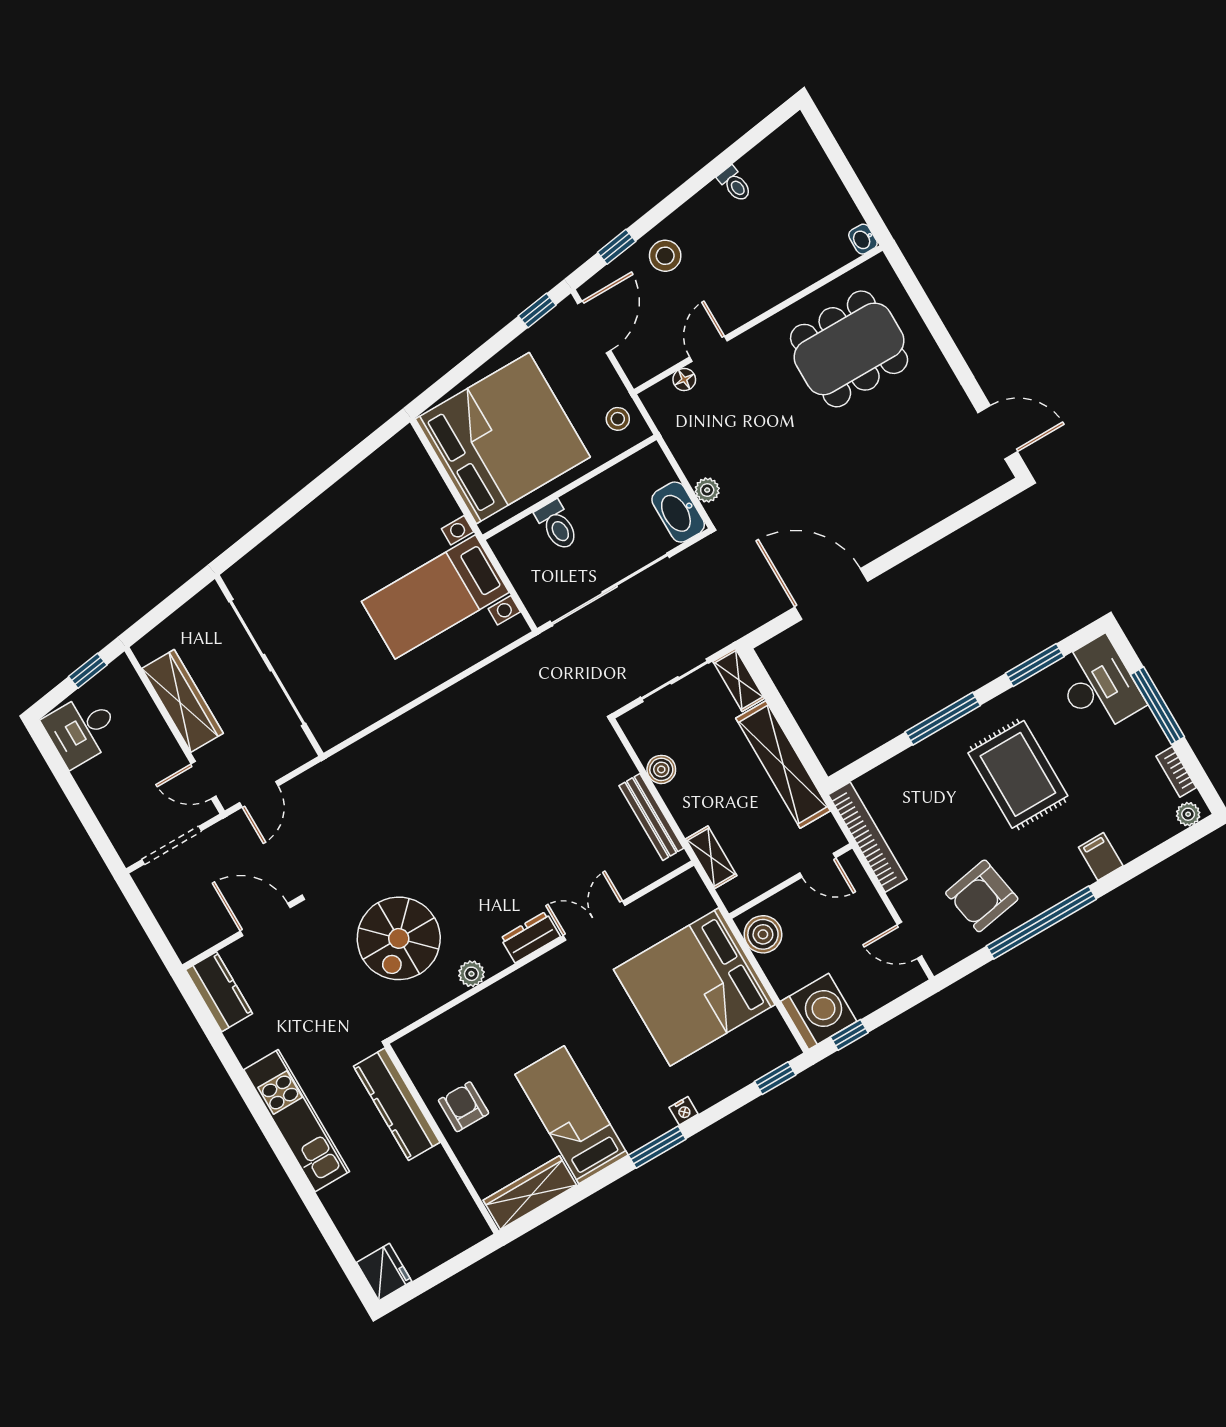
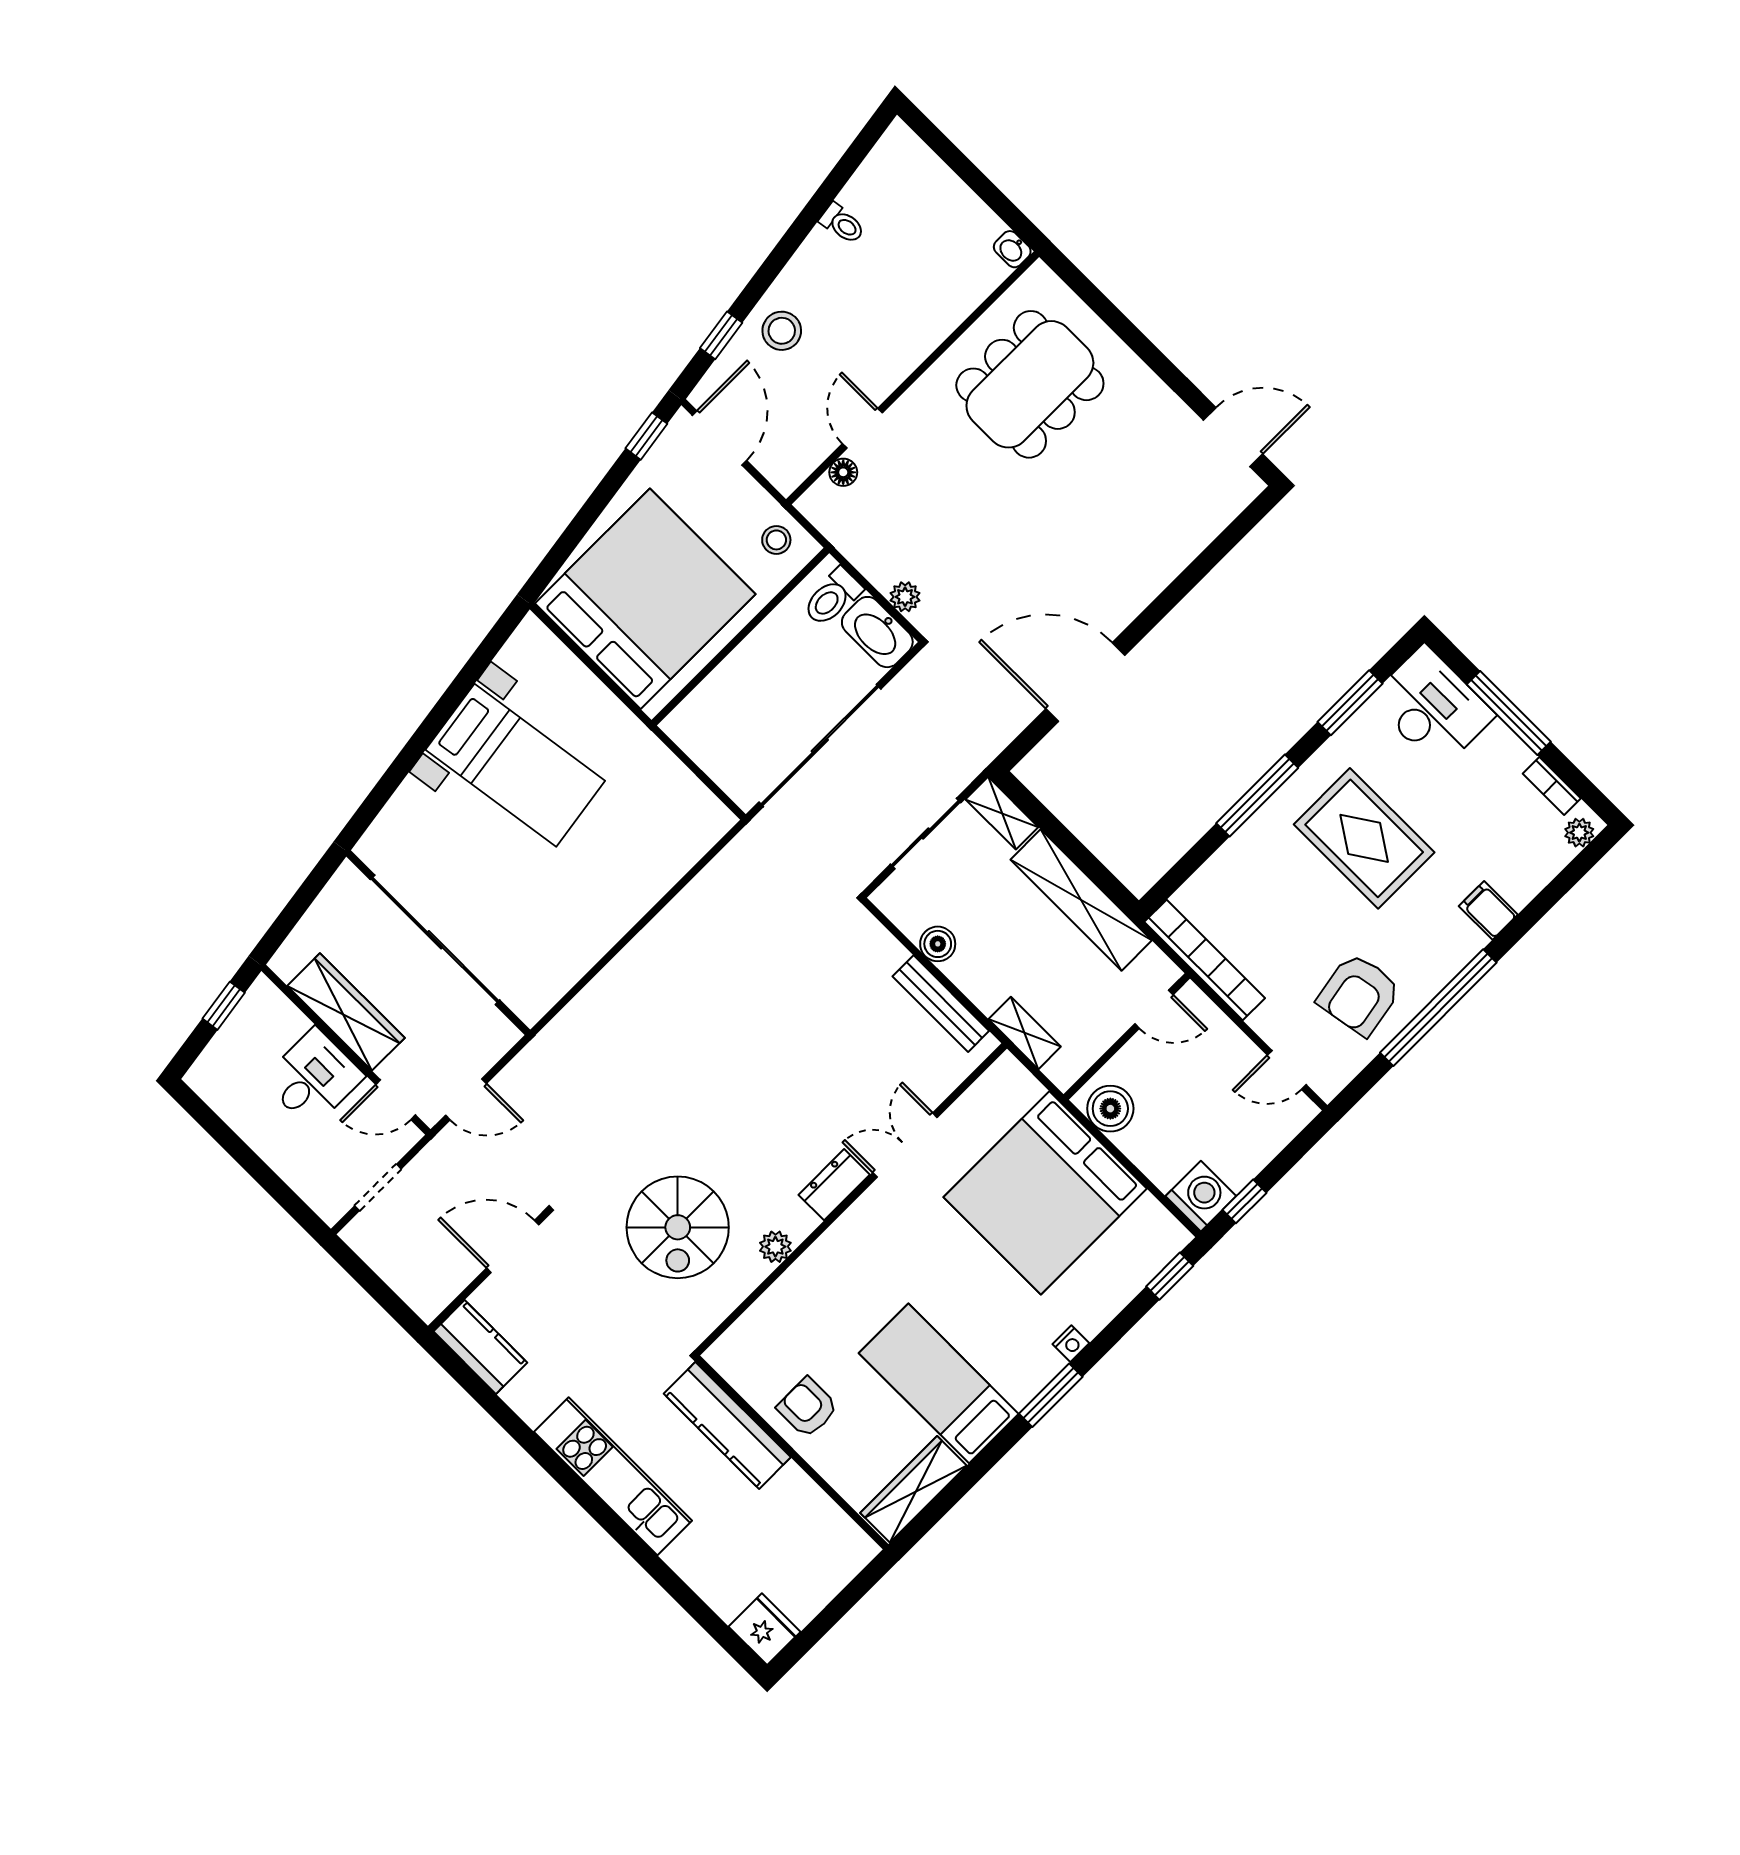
toilet: (557, 525) -> (832, 597), moved, turned 90
bed with nightstands: (435, 597) -> (515, 765), moved, turned -98
desk: (82, 729) -> (313, 1078), moved, turned 180
door: (259, 794) -> (466, 1099), hinge flipped
doorway: (172, 845) -> (378, 1187), width x0.73
washing machine: (819, 1011) -> (1201, 1196), width x0.73, depth x0.73

